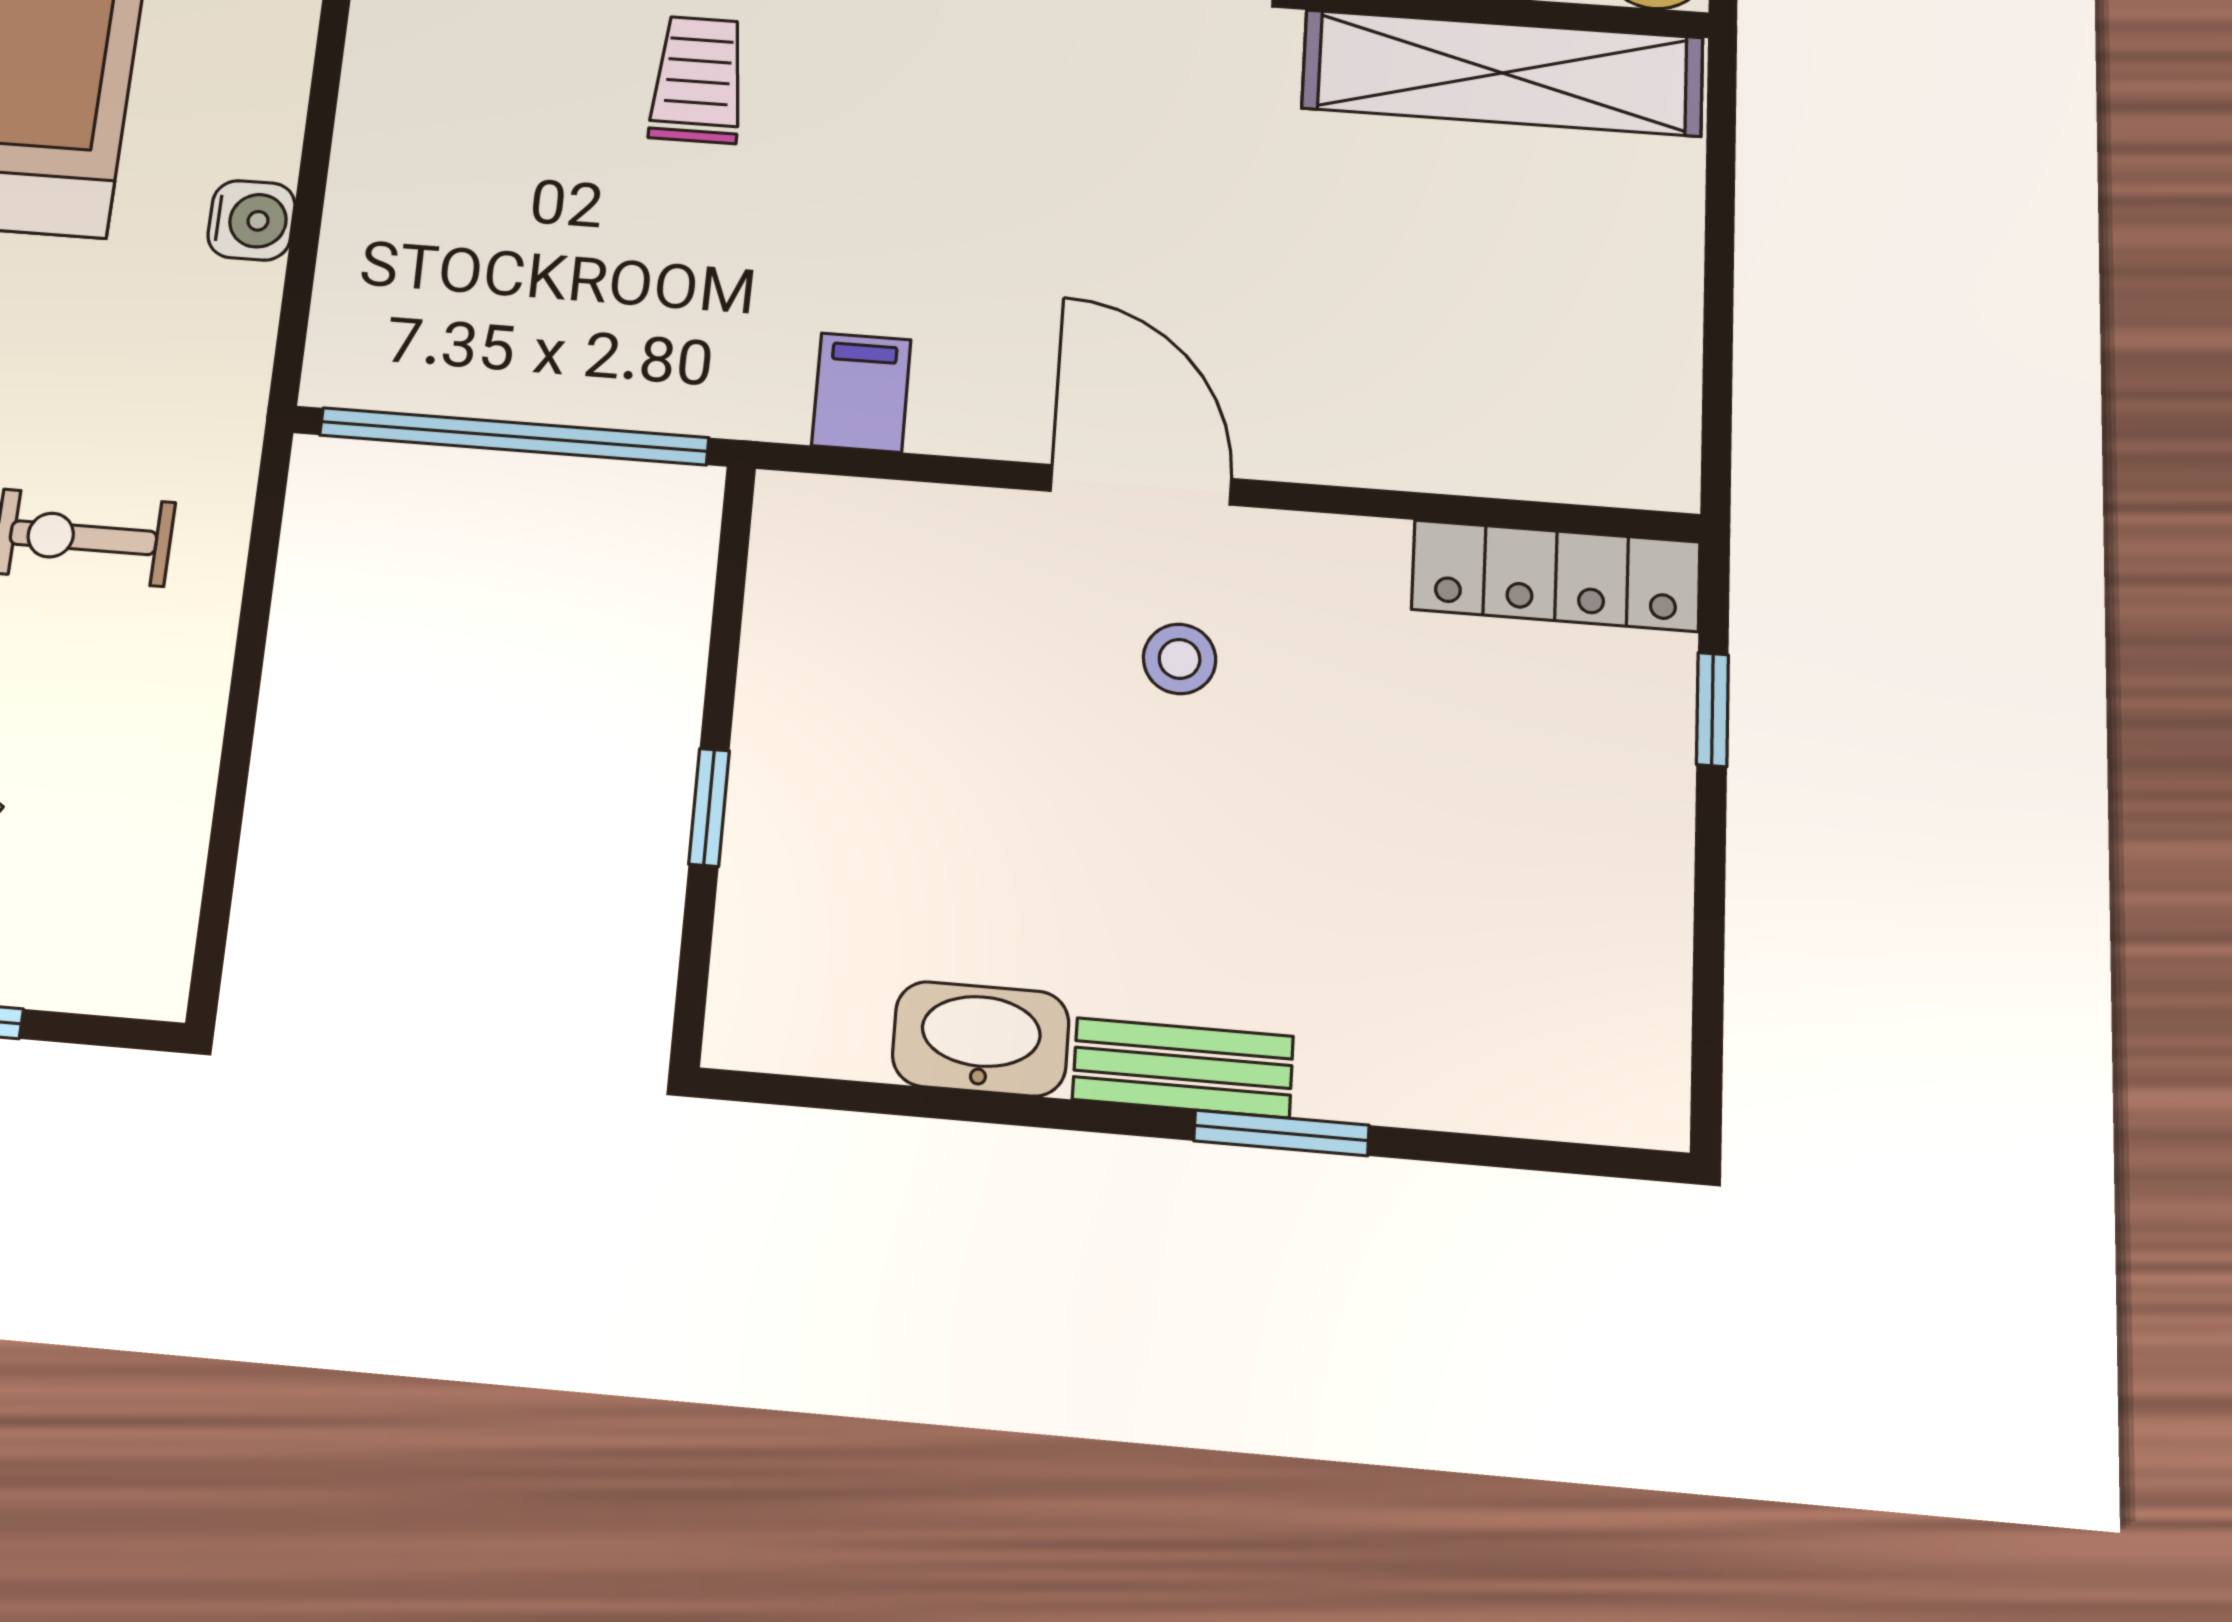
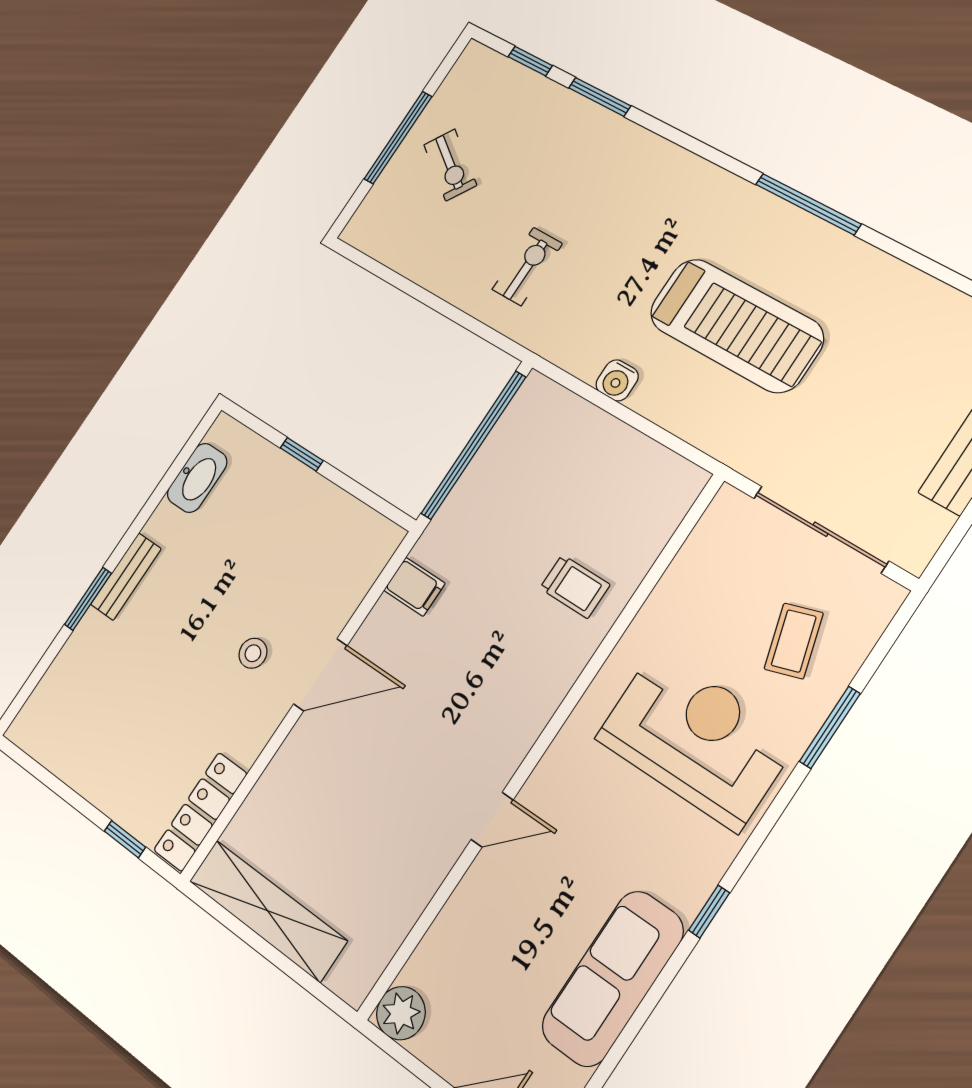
shelving: (1502, 73) -> (268, 911), moved, turned 90
washbasin: (981, 1039) -> (197, 478), moved

